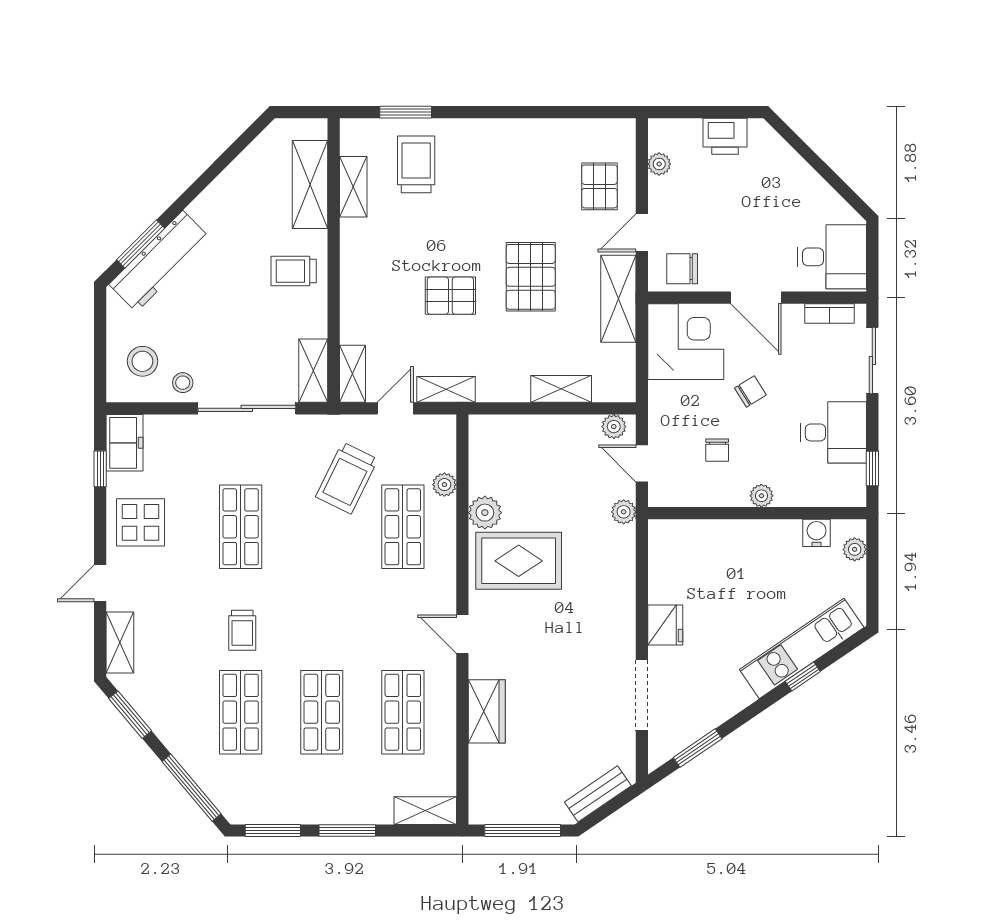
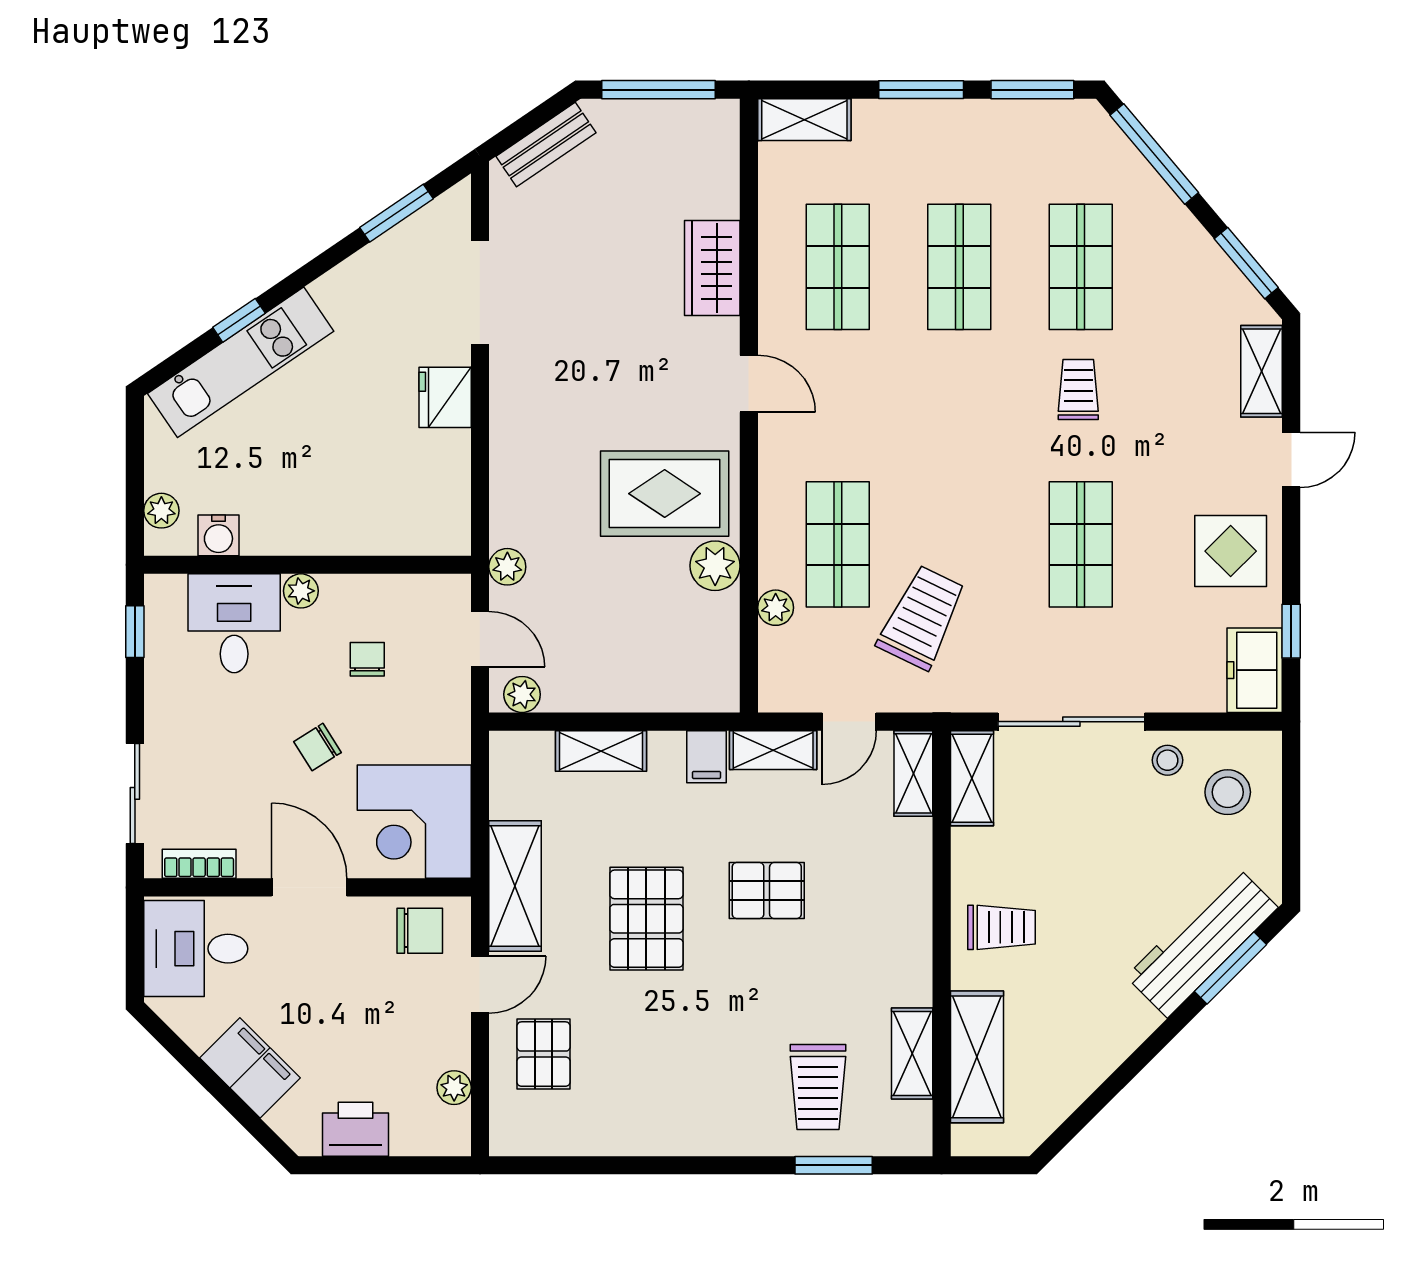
filing cabinet: (795, 177) -> (250, 1068), added
filing cabinet: (491, 385) -> (706, 757), added
desk: (833, 432) -> (234, 623), moved, turned 90

